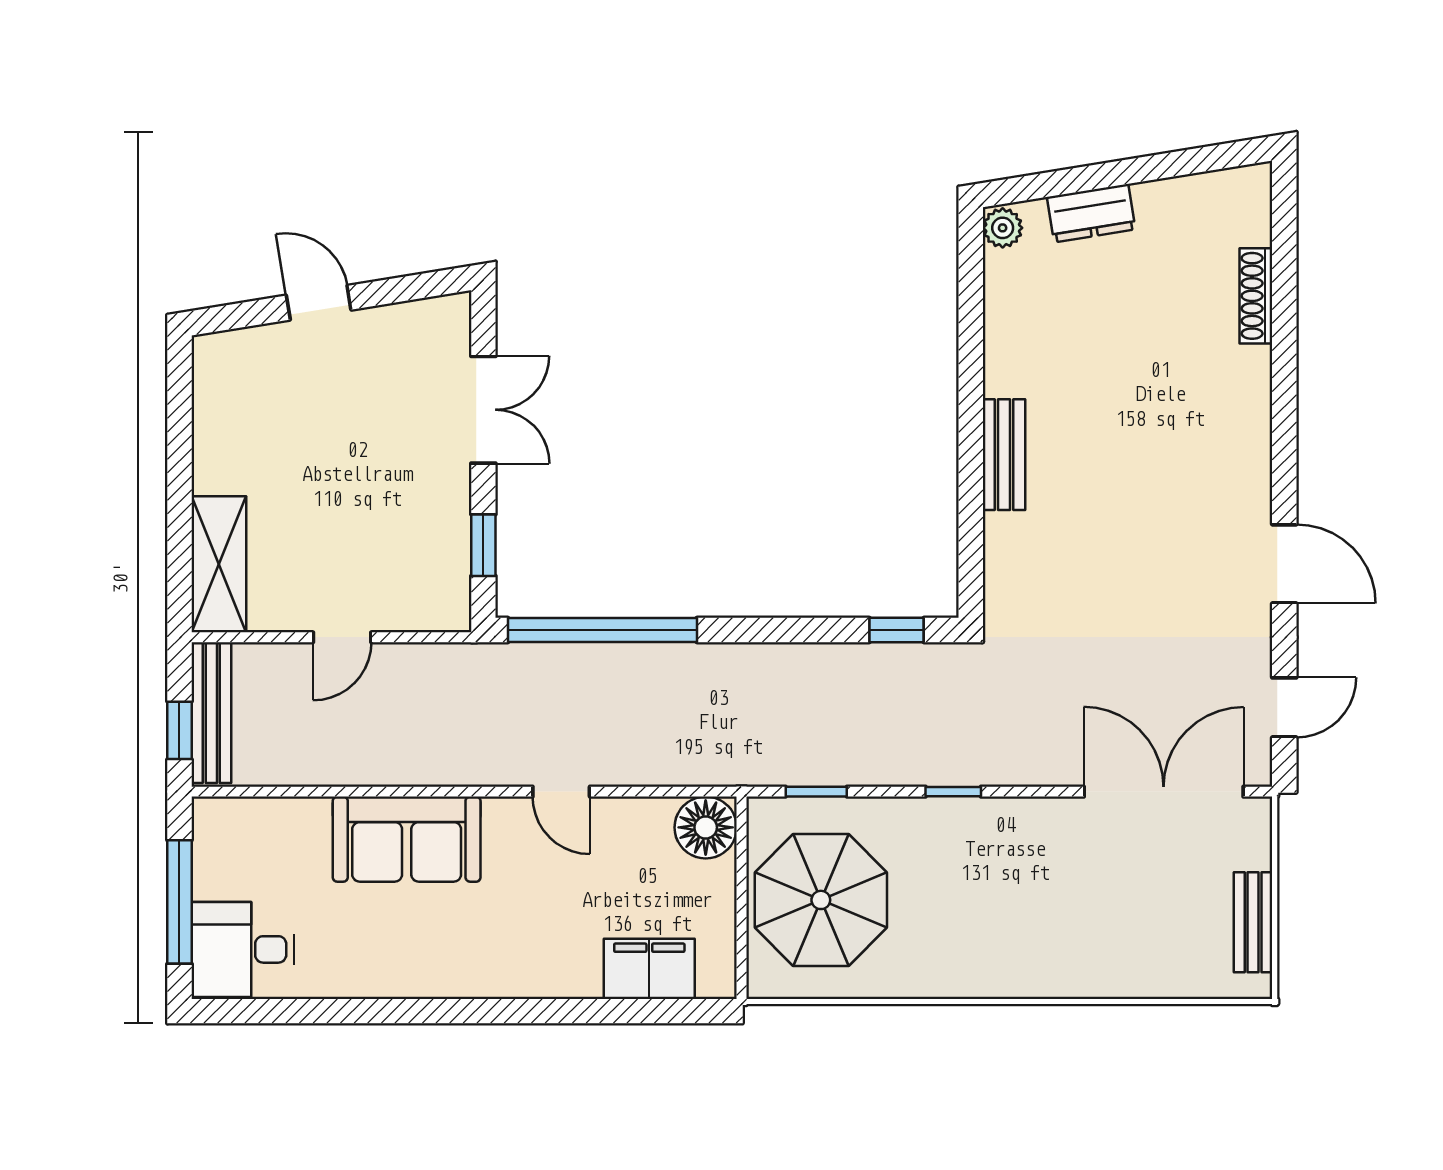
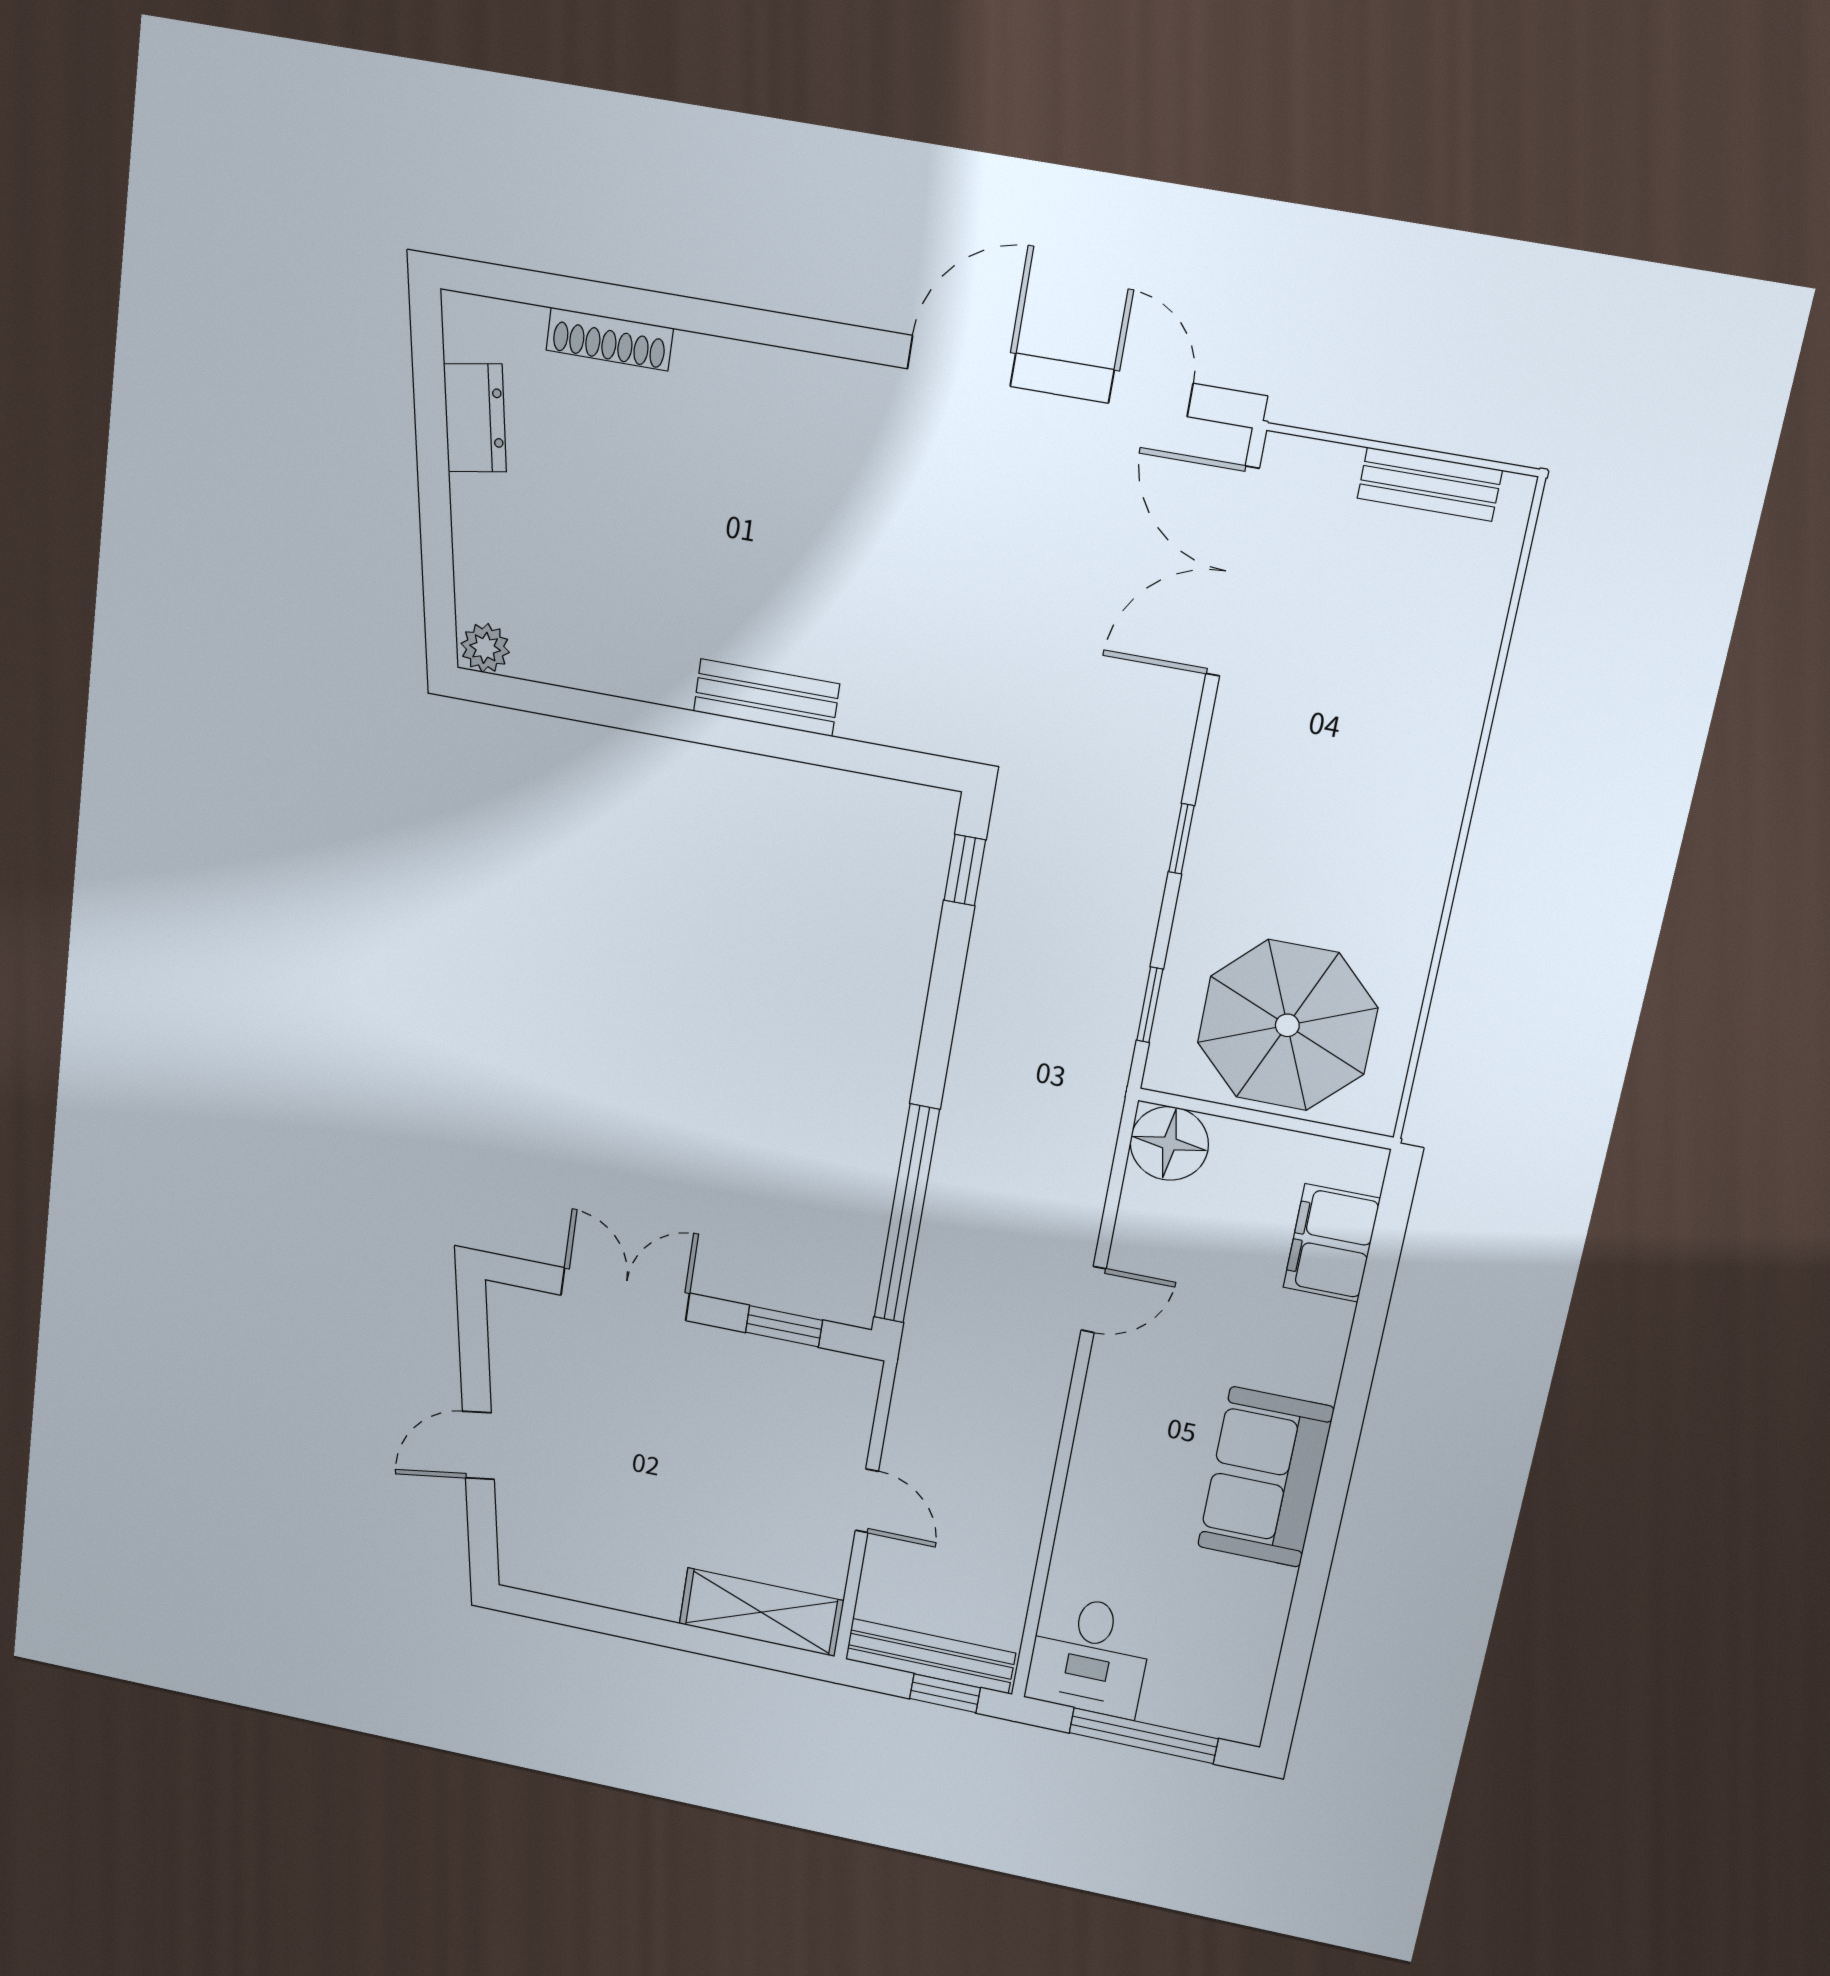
dresser: (1091, 213) -> (475, 418), moved
sofa: (407, 839) -> (1265, 1477), moved, turned 180
desk: (243, 949) -> (1089, 1656), moved

